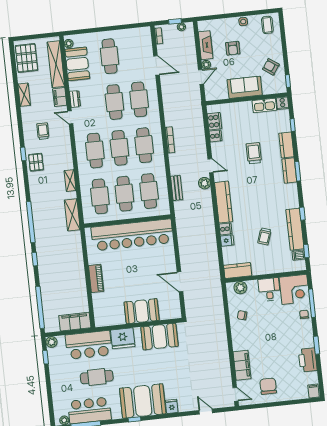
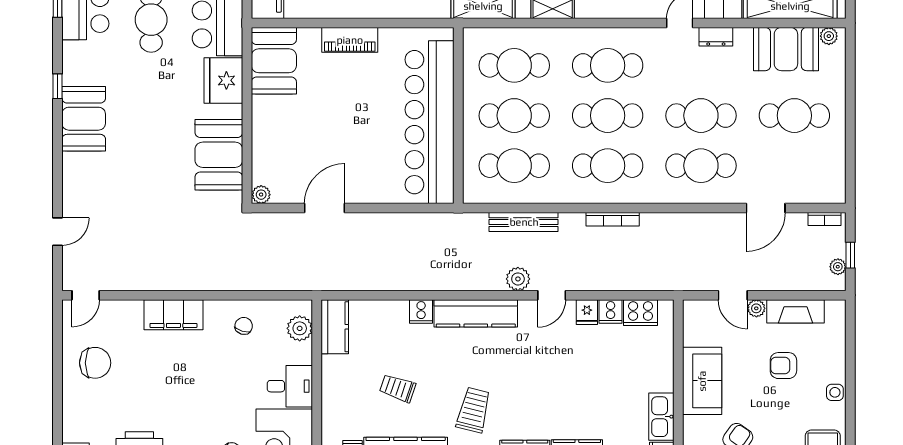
trolley: (254, 153) -> (474, 410), moved, turned -76
bench: (177, 188) -> (524, 222), width x1.36
fridge: (227, 241) -> (587, 312), moved
booth: (142, 311) -> (274, 61), moved
plant: (177, 314) -> (261, 195), added
filing cabinet: (242, 365) -> (173, 315), moved
booth: (143, 401) -> (84, 119), width x0.73, depth x0.70
fridge: (172, 406) -> (76, 164), removed

